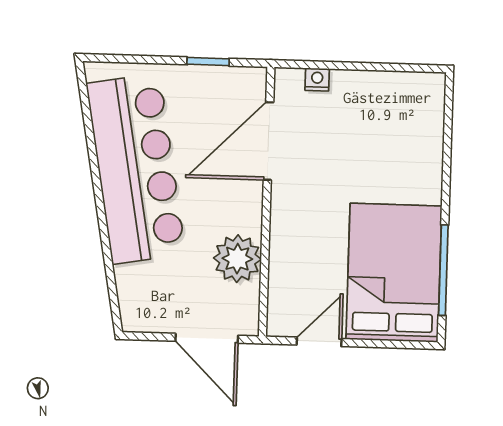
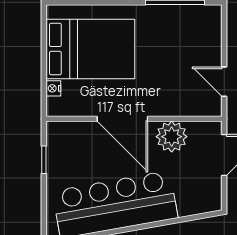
door: (268, 141) -> (122, 119), moved
bed: (394, 273) -> (90, 49), moved, turned 180

